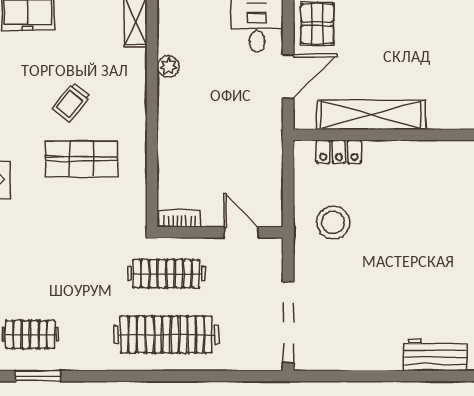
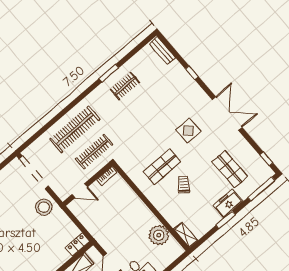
plant: (168, 66) -> (159, 235), width x1.88, depth x1.88
locker: (339, 152) -> (78, 244), moved
stool: (333, 222) -> (44, 207), moved

